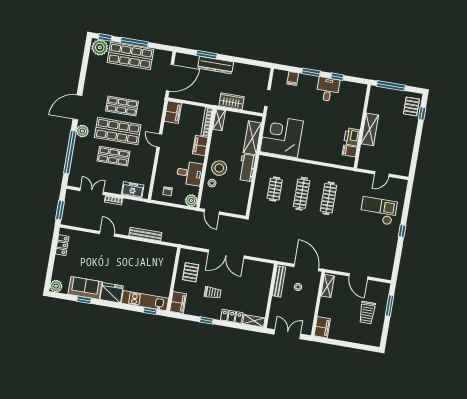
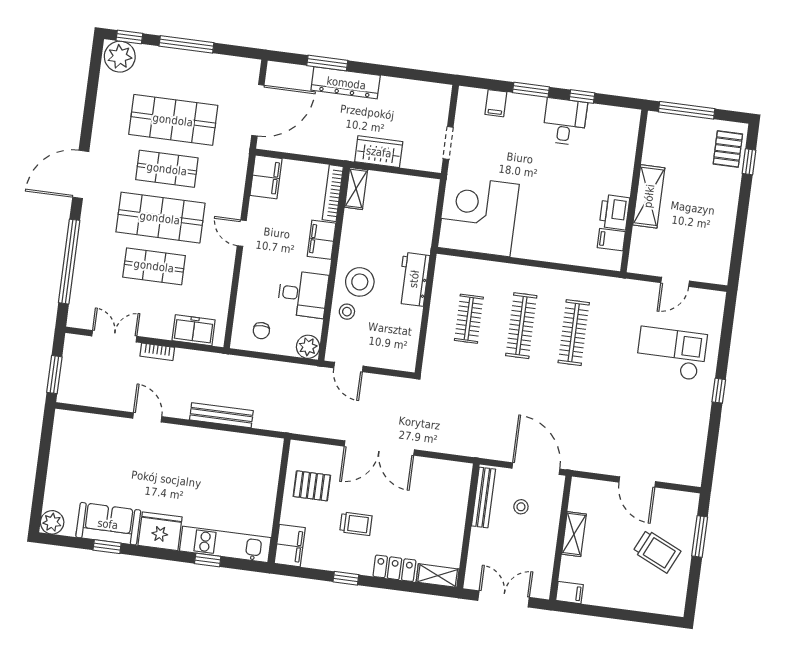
shop shelf: (130, 56) -> (173, 120), moved
plant: (82, 131) -> (92, 220), removed
shelving: (252, 138) -> (422, 221), removed
locker: (62, 245) -> (61, 442), removed
pallet: (191, 272) -> (312, 486), turned 90
shelving: (328, 286) -> (574, 534), moved
window: (150, 311) -> (208, 560), moved
trolley: (367, 313) -> (657, 551), turned -65
filing cabinet: (322, 327) -> (569, 593), width x0.50

